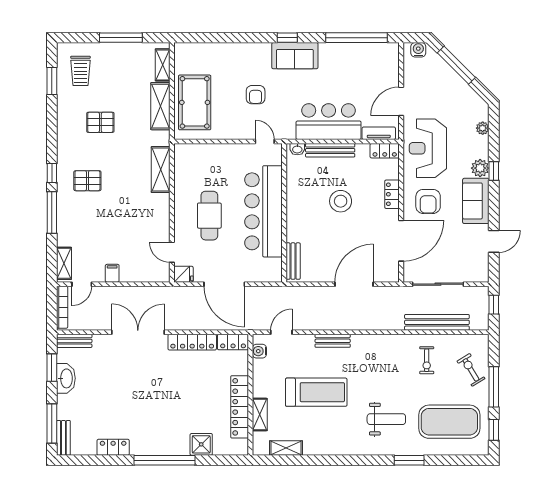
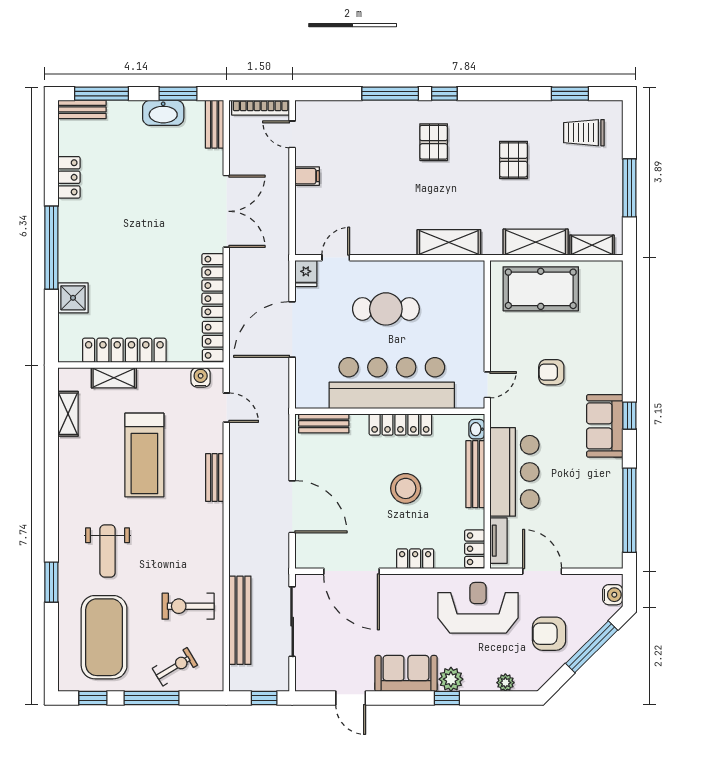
armchair: (428, 201) -> (549, 634), moved
locker: (294, 205) -> (400, 424), added
shelving: (64, 263) -> (321, 110), removed
exercise bike: (427, 360) -> (188, 606), width x1.38, depth x1.39

